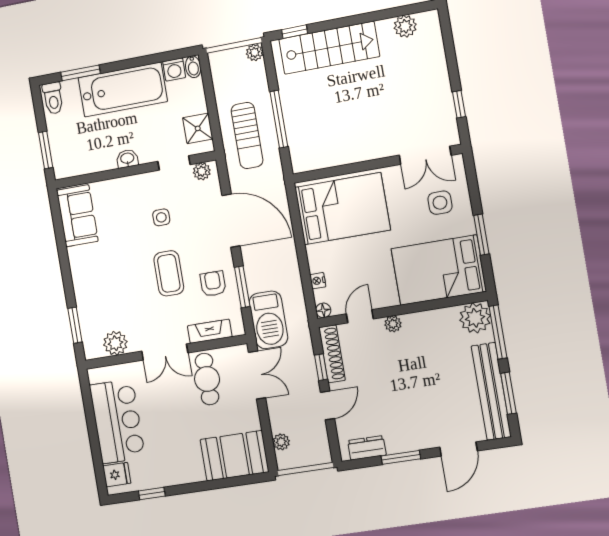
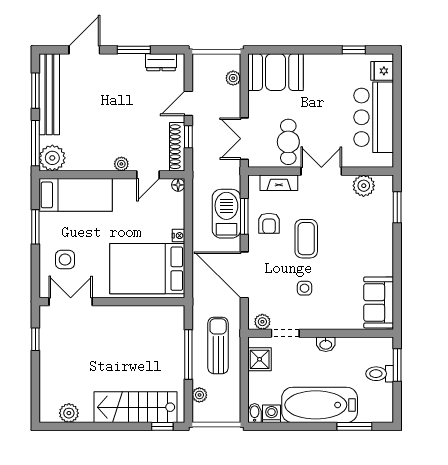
plant: (255, 52) -> (199, 395), moved
toilet: (53, 98) -> (380, 374), moved, turned -90
bed: (439, 270) -> (76, 195), width x0.67
nightstand: (318, 281) -> (179, 236), moved
barbecue: (268, 320) -> (226, 214), moved

